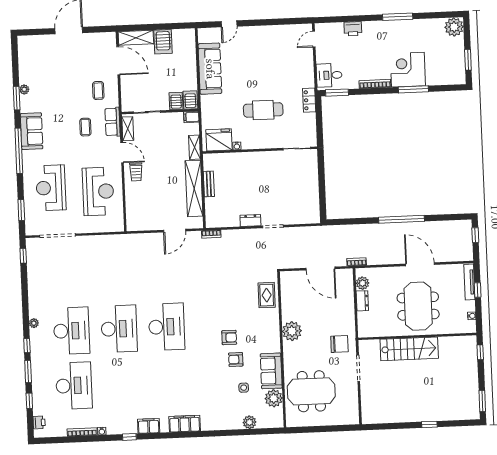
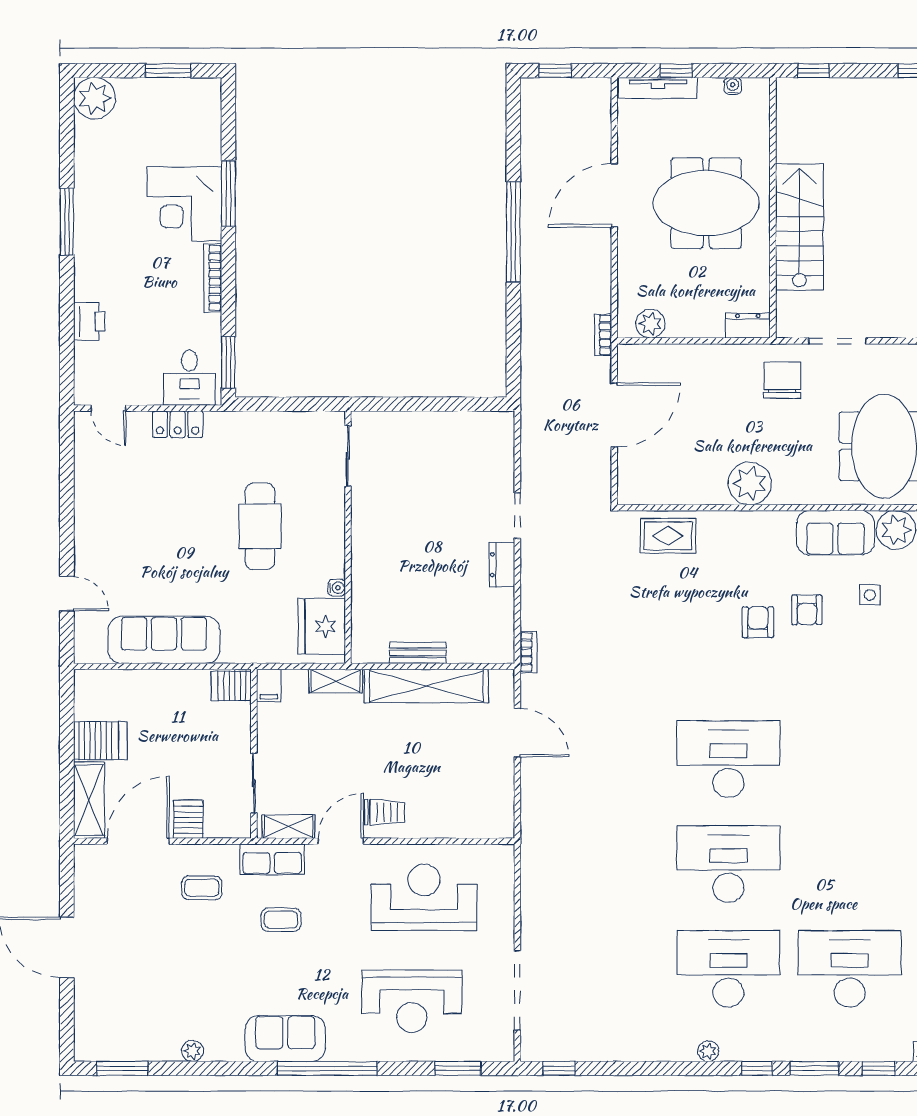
window: (17, 98) -> (122, 1068), moved
locker: (309, 100) -> (178, 424), moved
server rack: (176, 101) -> (188, 819), moved, turned 90
dresser: (362, 301) -> (748, 326), moved

